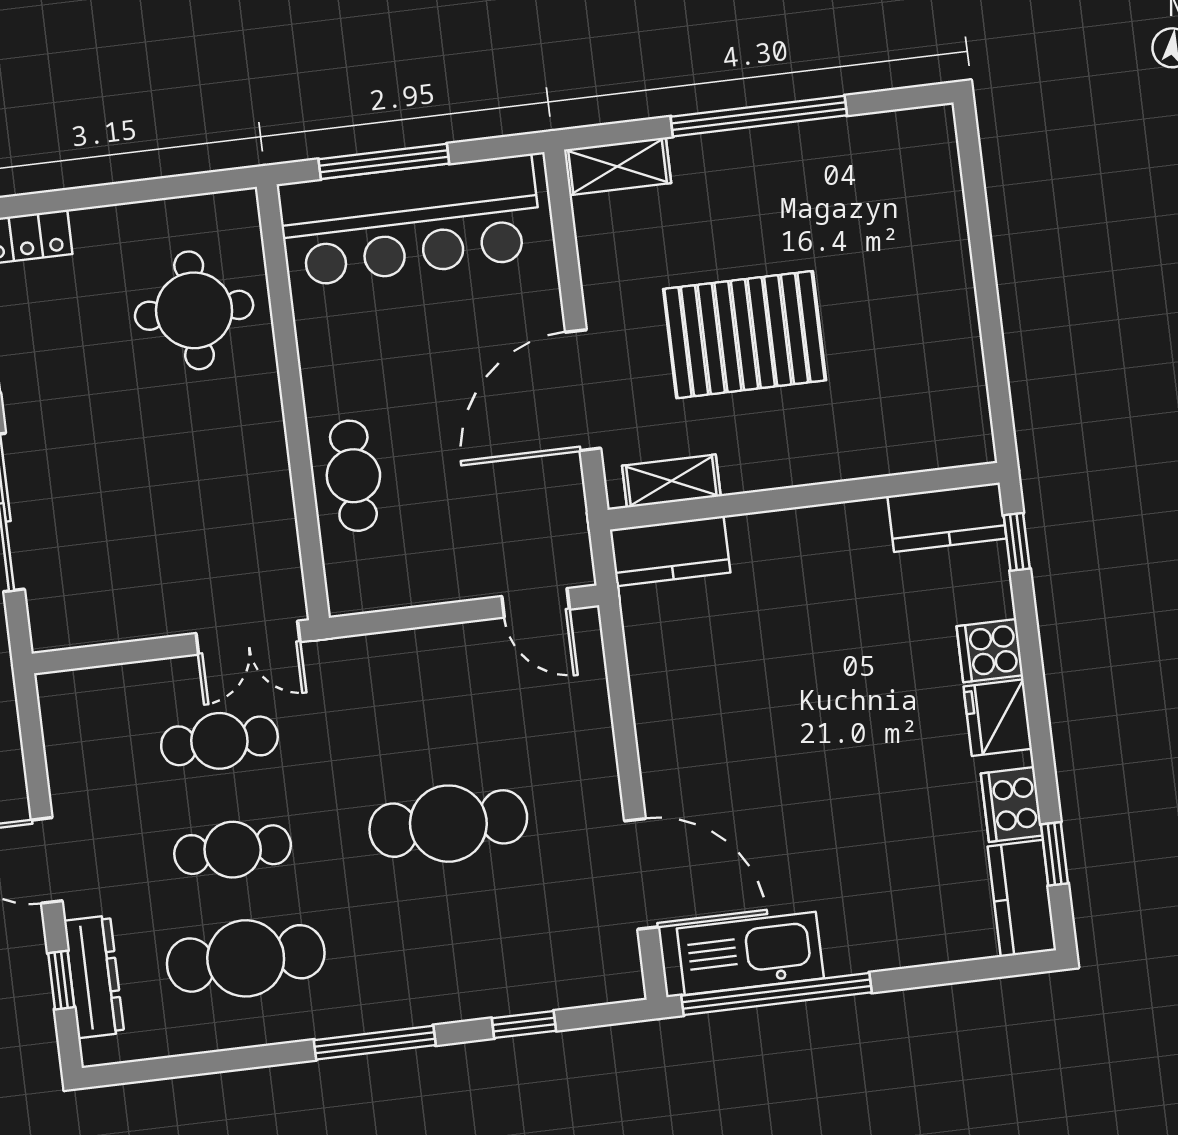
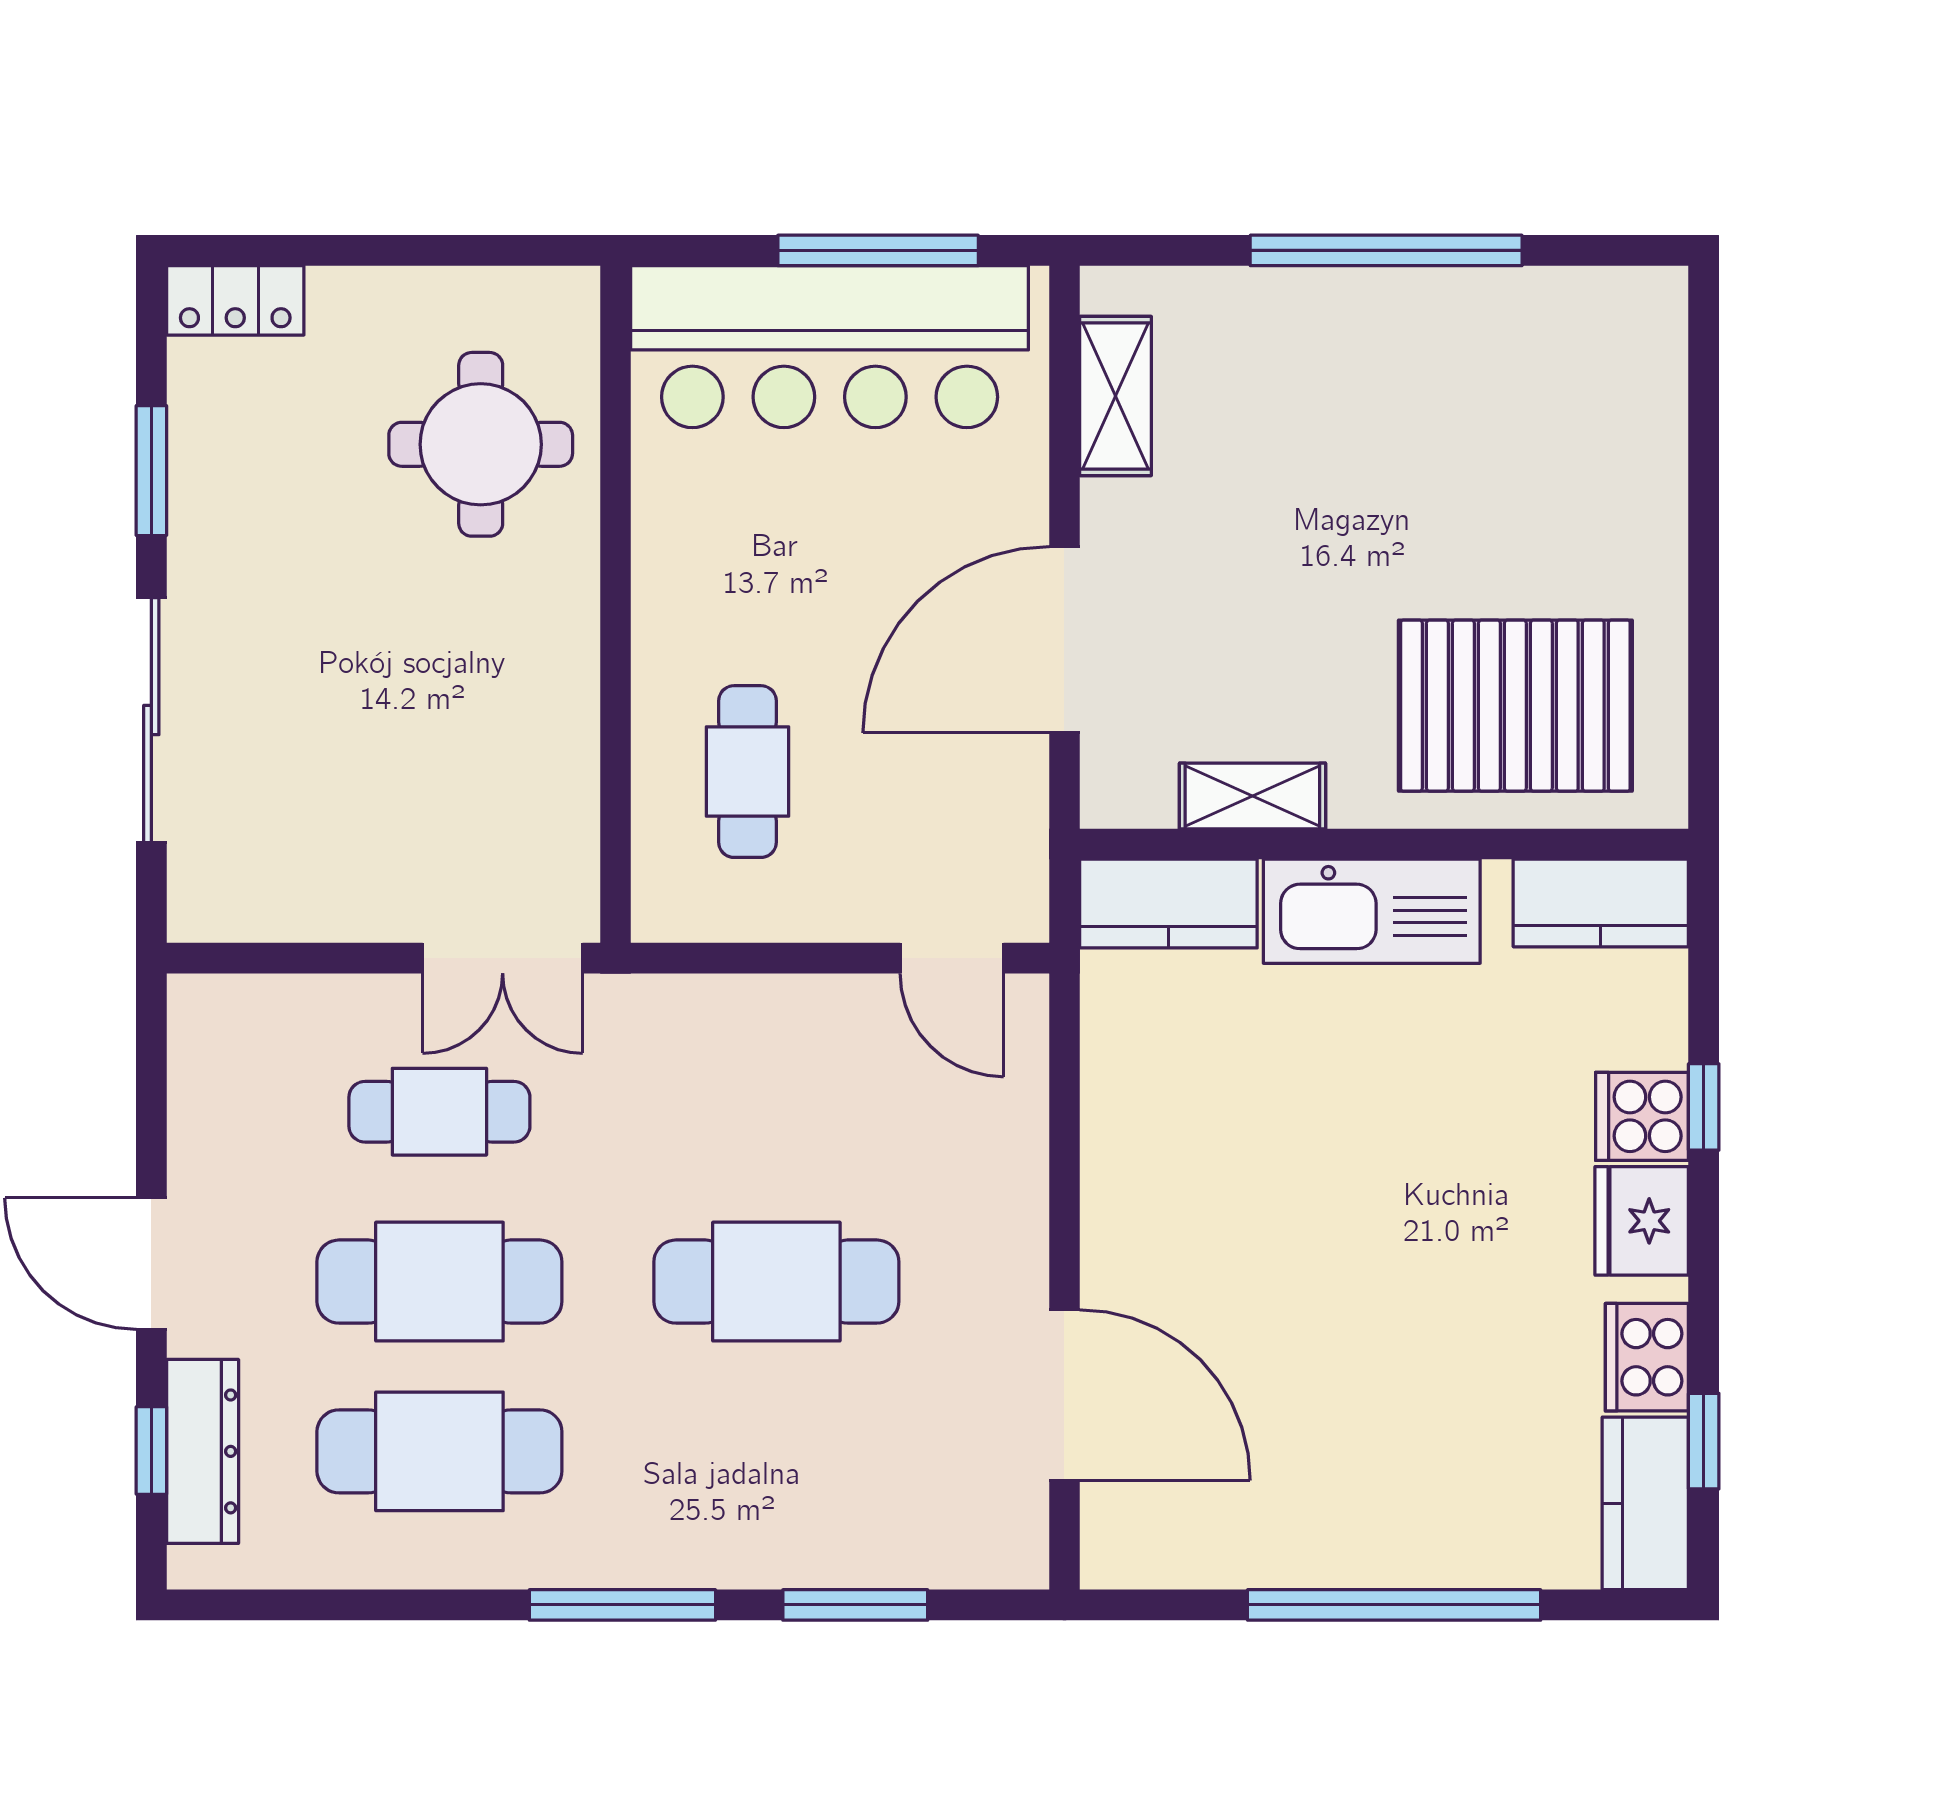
window: (384, 161) -> (878, 250), moved
shelving: (618, 166) -> (1116, 396), moved, turned 90
pallet: (745, 335) -> (1515, 706), moved
cafe table: (353, 476) -> (747, 772), moved
shelving: (671, 481) -> (1252, 796), moved
window: (1017, 542) -> (1704, 1107), moved
cafe table: (233, 850) -> (439, 1282), width x1.37, depth x1.35
kitchen sink: (750, 953) -> (1372, 911), moved, turned 180
window: (777, 994) -> (1394, 1605), moved
window: (524, 1024) -> (855, 1605), width x1.50

